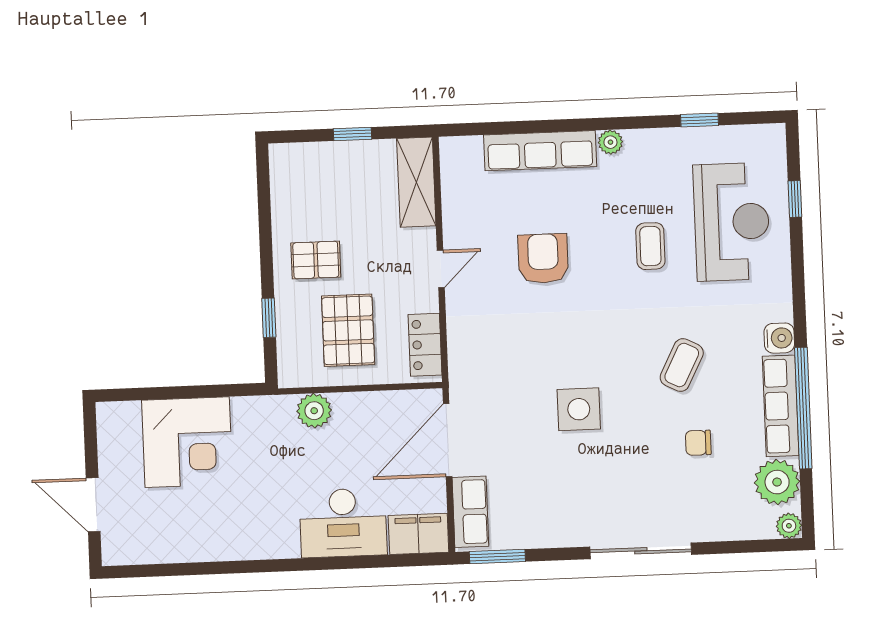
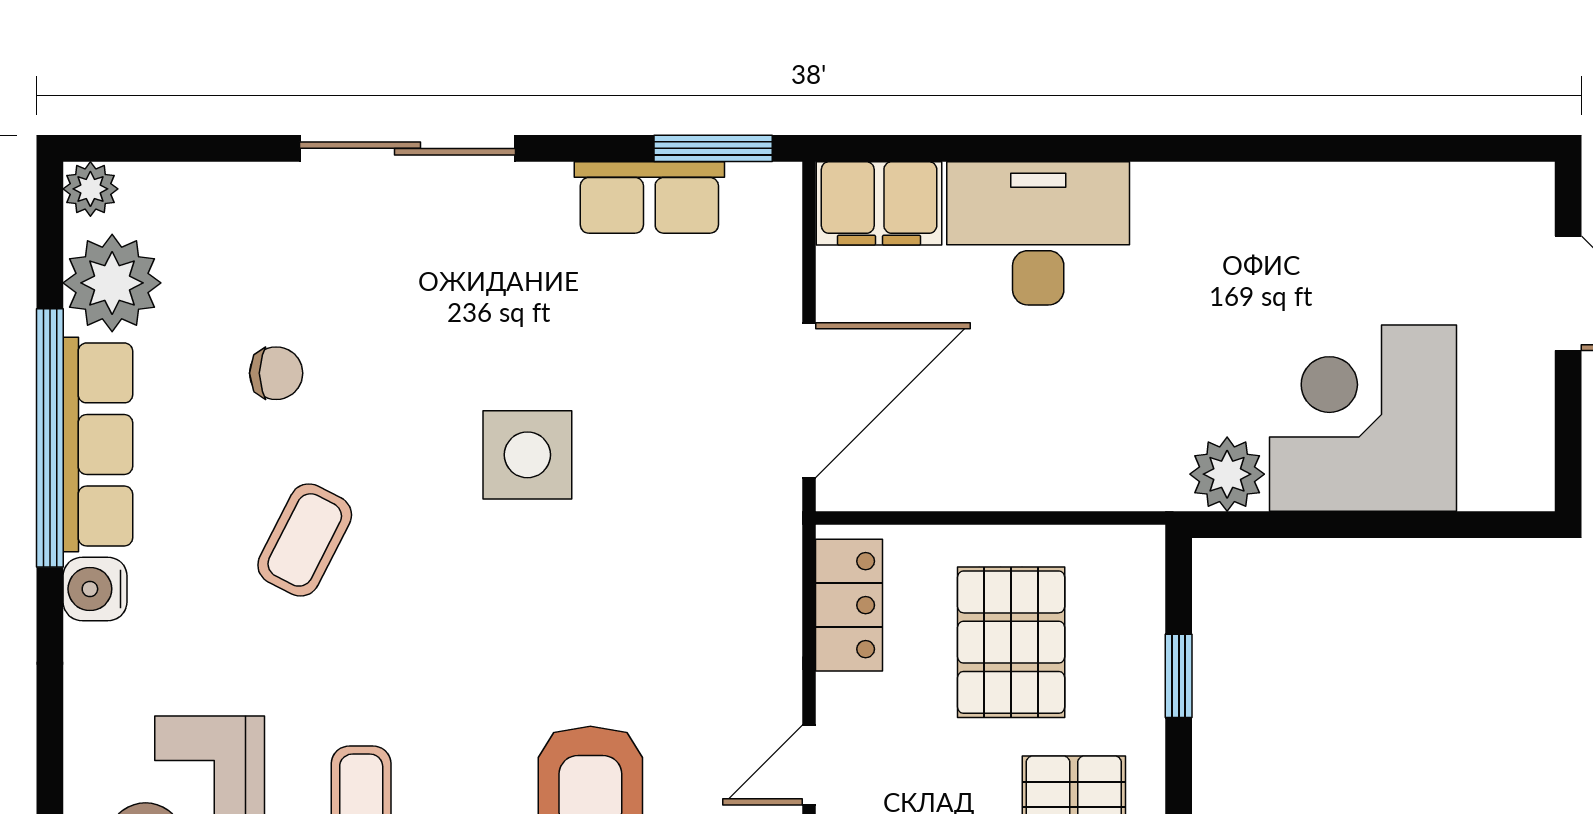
plant: (314, 411) -> (1227, 474), moved
row of seats: (470, 512) -> (649, 197), moved, turned -90

